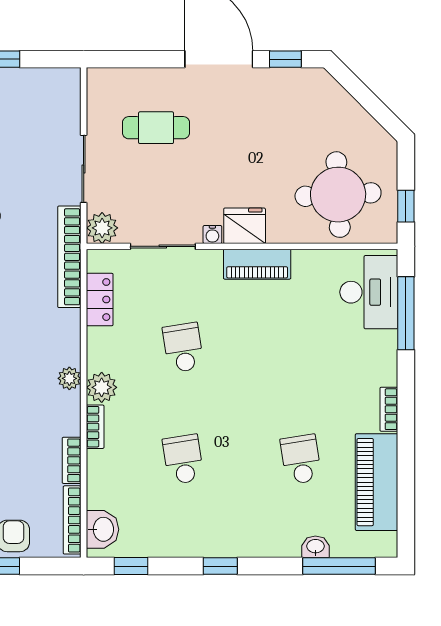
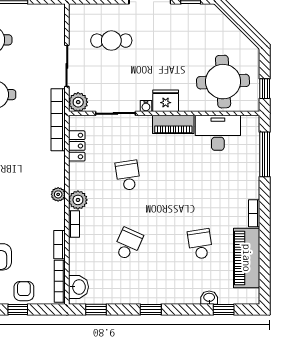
desk: (369, 292) -> (218, 133), moved, turned -90
school desk: (183, 459) -> (128, 244), turned 33
window: (339, 566) -> (224, 309), width x0.46

